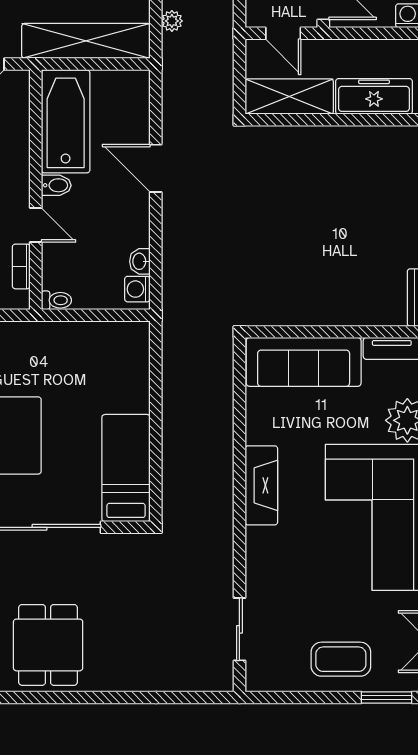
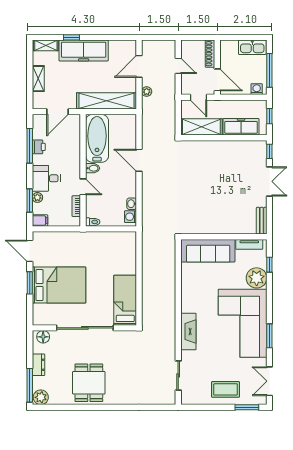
fireplace: (261, 485) -> (188, 332), moved

